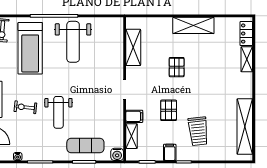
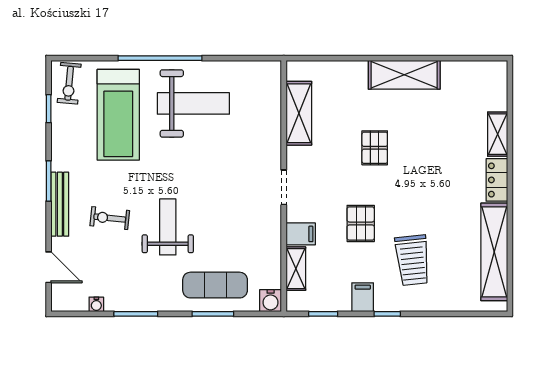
locker: (246, 34) -> (497, 180), moved
weight bench: (73, 42) -> (193, 103), turned -90
weight bench: (58, 112) -> (168, 227), turned 180

